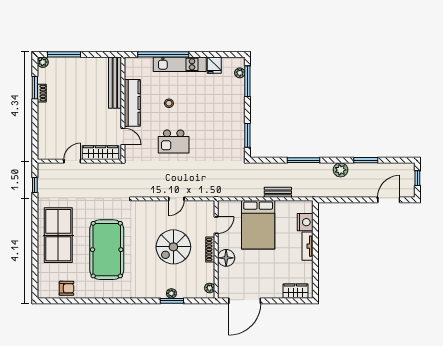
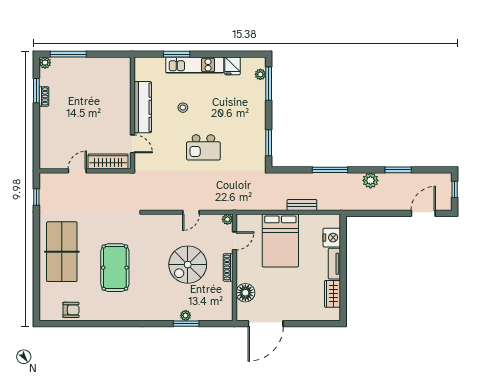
window: (163, 54) -> (177, 54), width x0.47
bench: (115, 83) -> (124, 85), removed
kitchen island: (174, 142) -> (203, 147), moved
pool table: (107, 250) -> (115, 268), width x0.73, depth x0.76
floor lamp: (226, 258) -> (245, 293), moved
plant: (210, 288) -> (227, 219), moved
wardrobe: (296, 291) -> (332, 294), moved, turned -90

